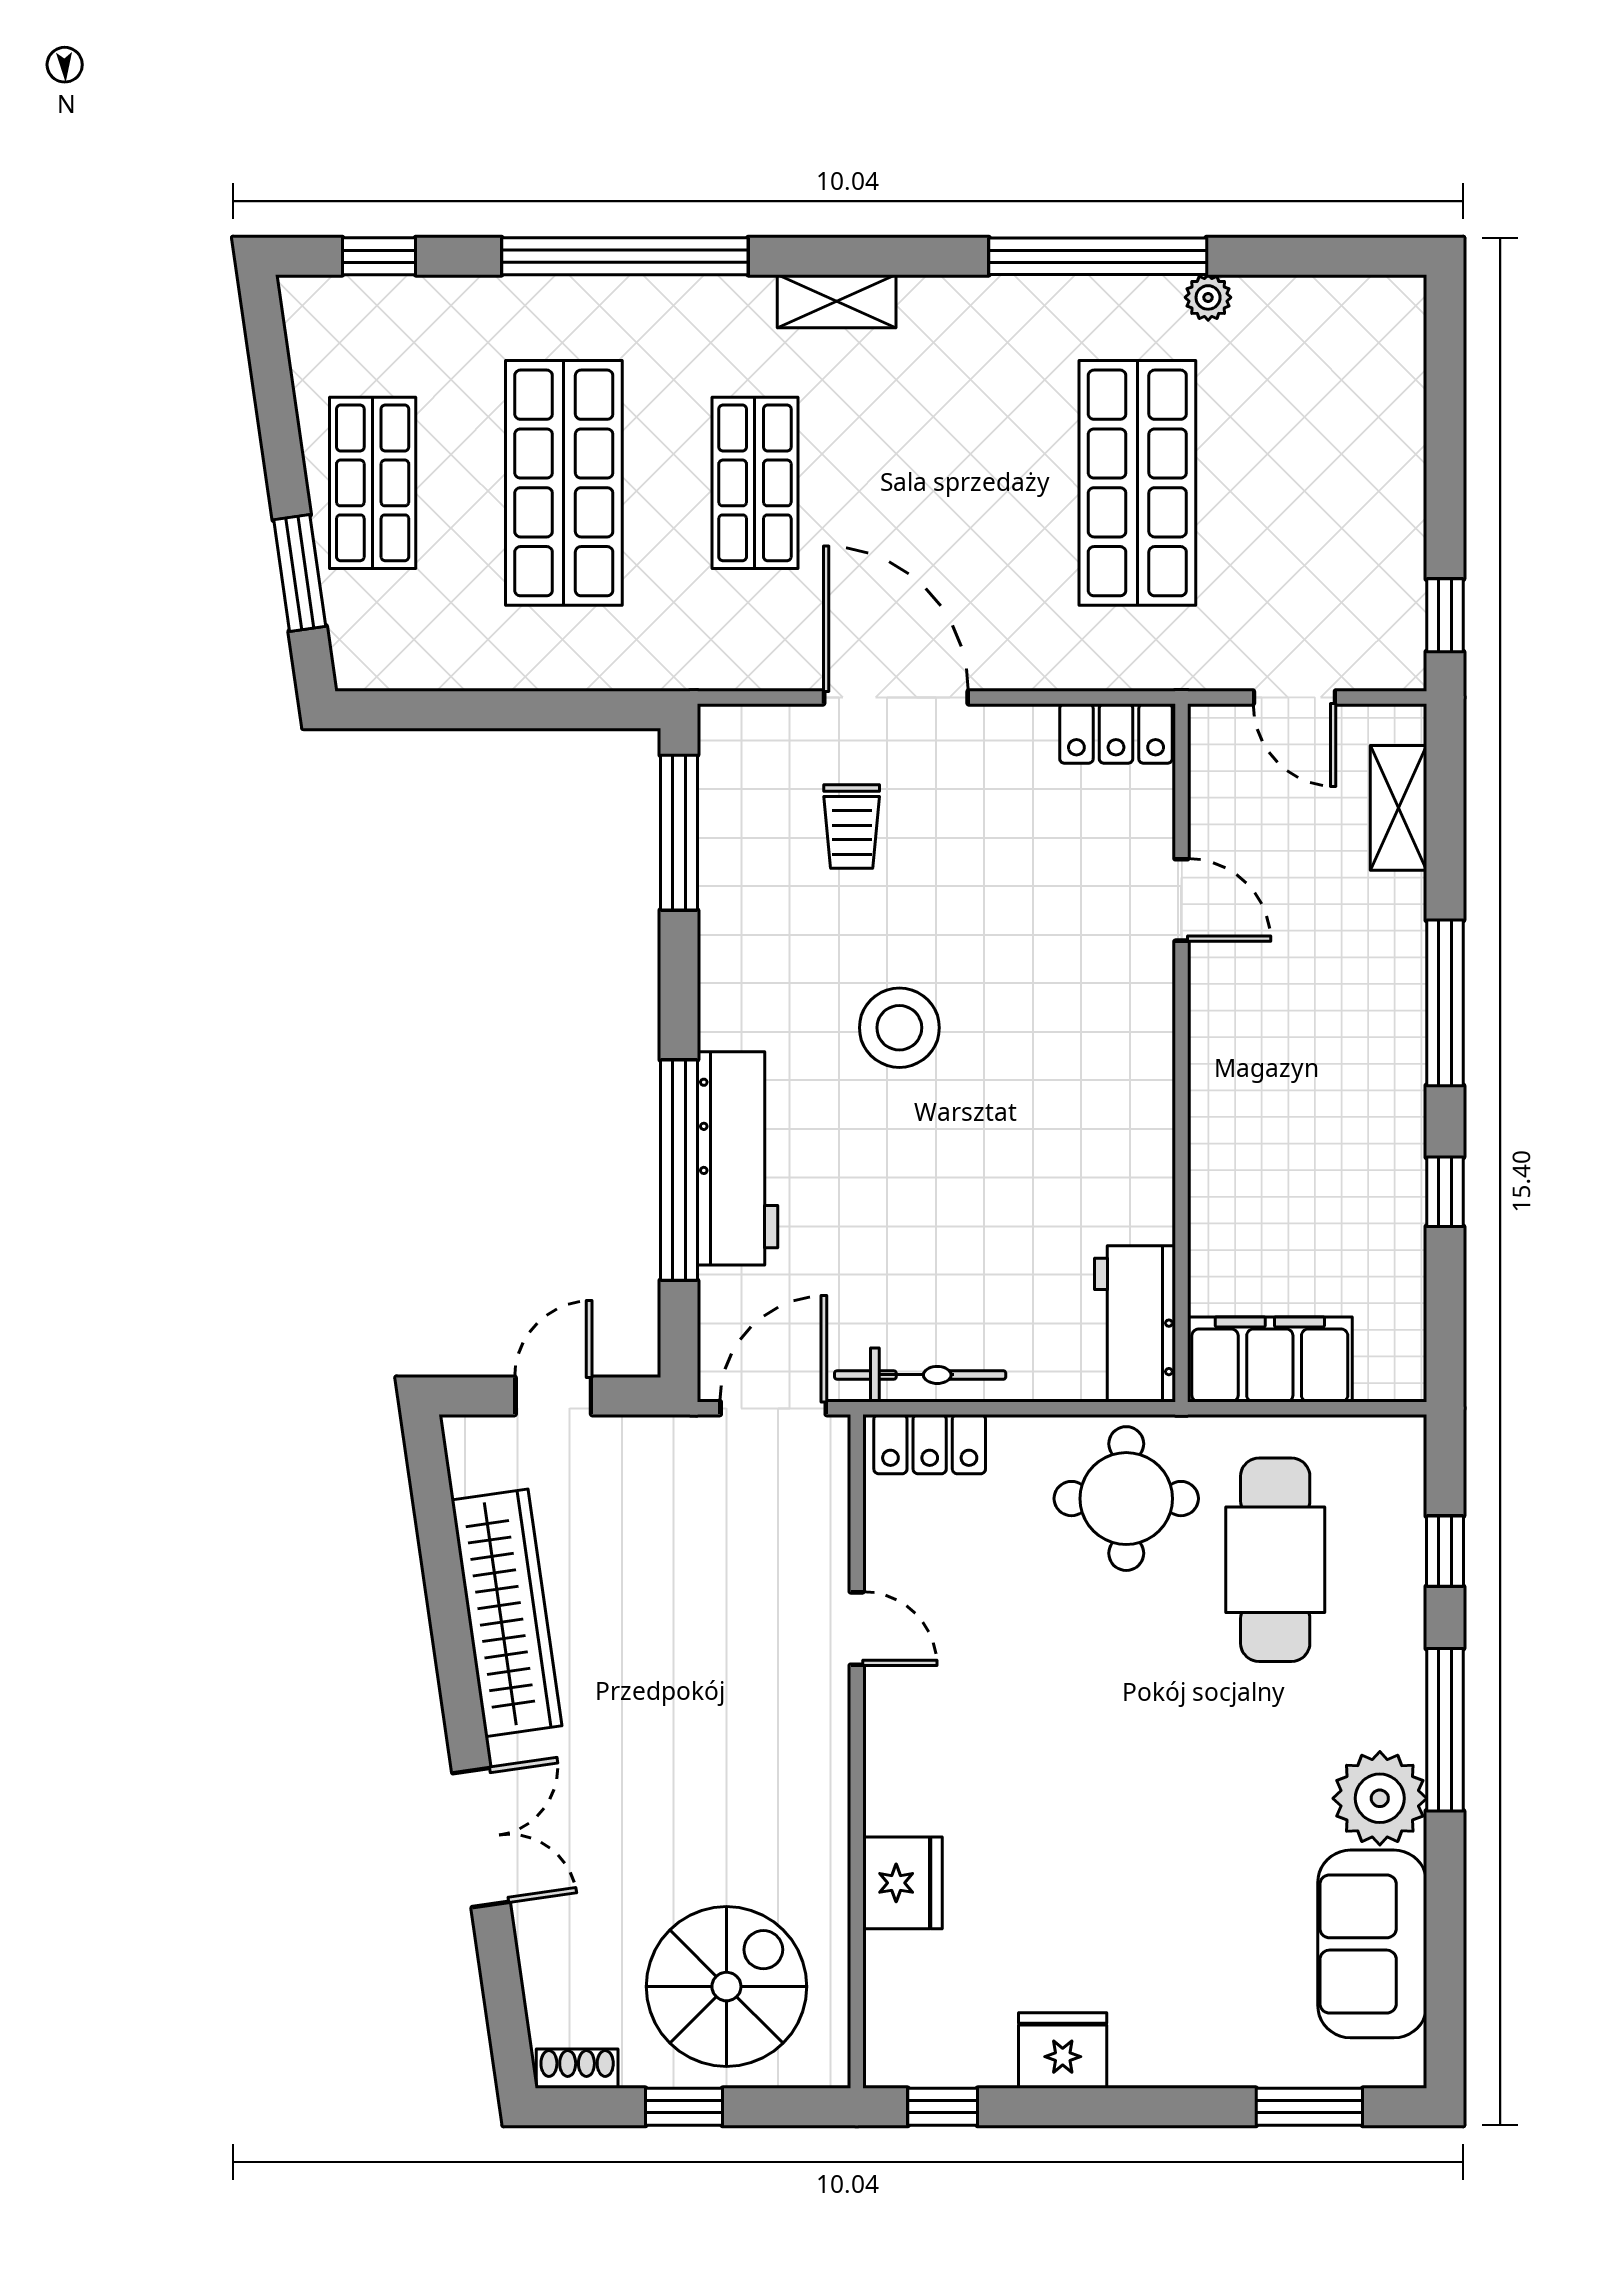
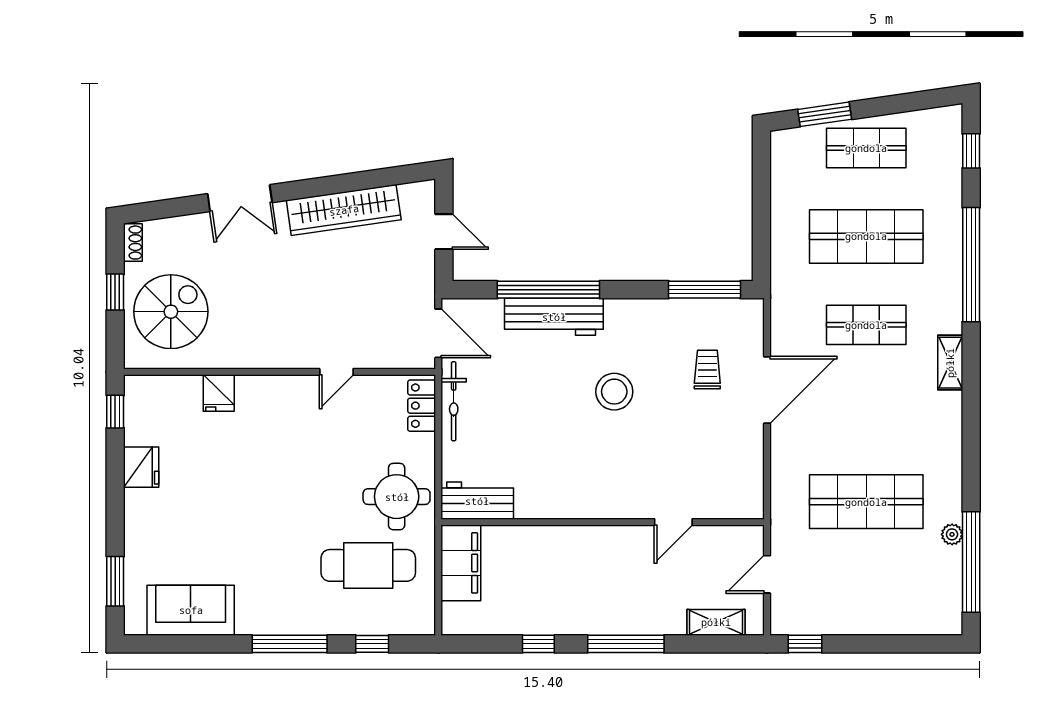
window: (1098, 256) -> (971, 562), moved
locker: (1116, 734) -> (750, 492), removed
trolley: (852, 827) -> (707, 370), turned 90
plant: (1380, 1798) -> (258, 614), removed
fridge: (902, 1883) -> (219, 393), width x0.72
spiral stairs: (726, 1987) -> (171, 312), turned -90

